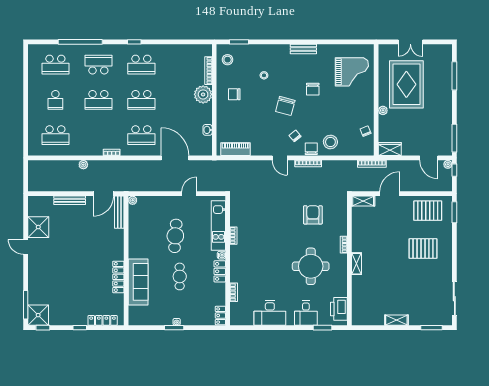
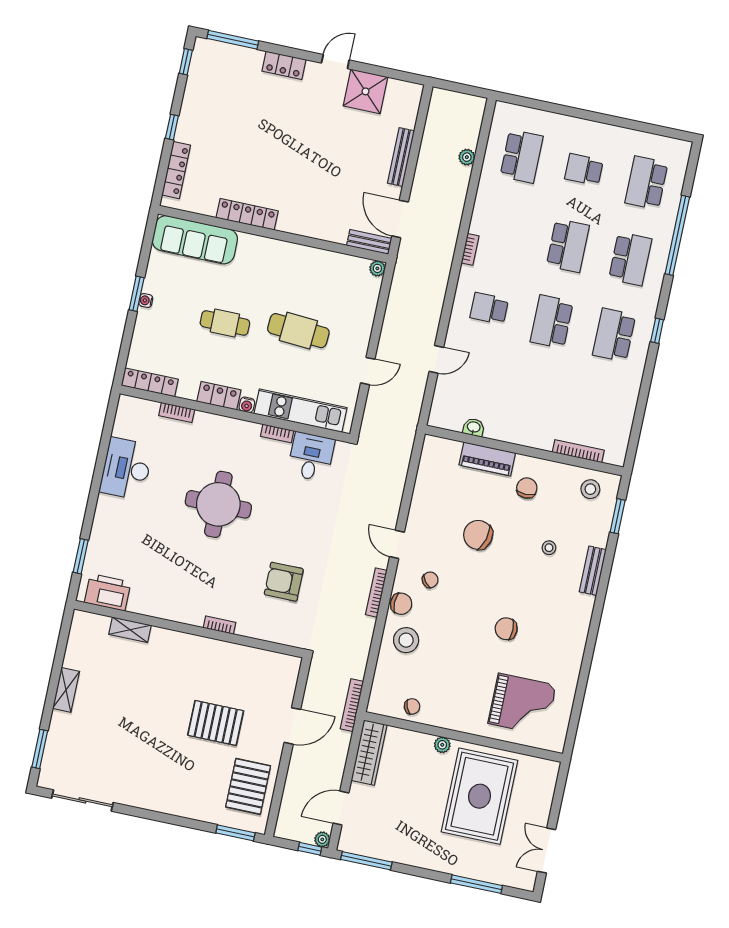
double door: (410, 42) -> (547, 851), moved
bench: (303, 49) -> (593, 571), moved
grand piano: (352, 72) -> (522, 704), turned -90
rug: (406, 84) -> (480, 796), turned 90
plant: (203, 94) -> (538, 433), removed
school desk: (98, 100) -> (568, 246), turned 180
chair: (285, 106) -> (478, 535), moved
school desk: (55, 135) -> (522, 156), turned 180
school desk: (141, 135) -> (489, 308), width x0.54
piano: (236, 149) -> (487, 459), moved, turned 90
wardrobe: (390, 149) -> (369, 753), width x1.50
door: (175, 158) -> (436, 359), width x0.53
door: (280, 158) -> (397, 544), hinge flipped
plant: (83, 165) -> (467, 157), moved
door: (189, 194) -> (368, 371), hinge flipped
door: (390, 194) -> (292, 726), hinge flipped
shelving: (363, 201) -> (289, 676), removed
bench: (119, 212) -> (369, 242), width x0.73
armchair: (313, 215) -> (284, 582), turned 180
pallet: (423, 249) -> (216, 723), moved, turned 90
shelving: (357, 264) -> (130, 630), moved
round table: (311, 266) -> (218, 504), moved
locker: (33, 274) -> (284, 65), added
sofa: (138, 282) -> (195, 240), moved
desk: (306, 313) -> (311, 457), moved, turned 90
shower: (38, 315) -> (210, 58), removed
locker: (220, 316) -> (150, 382), width x1.53

